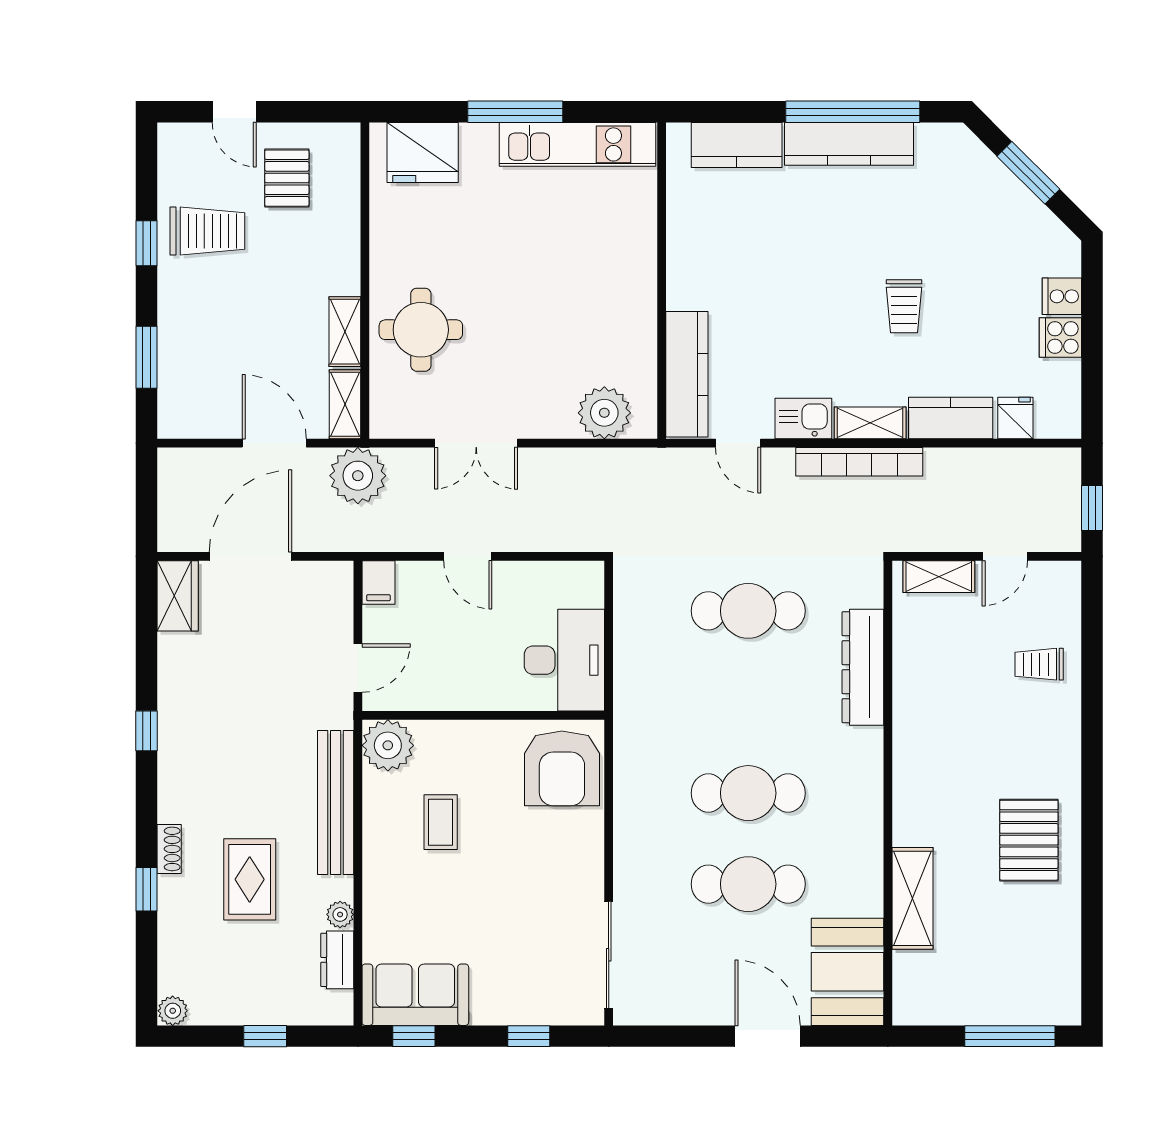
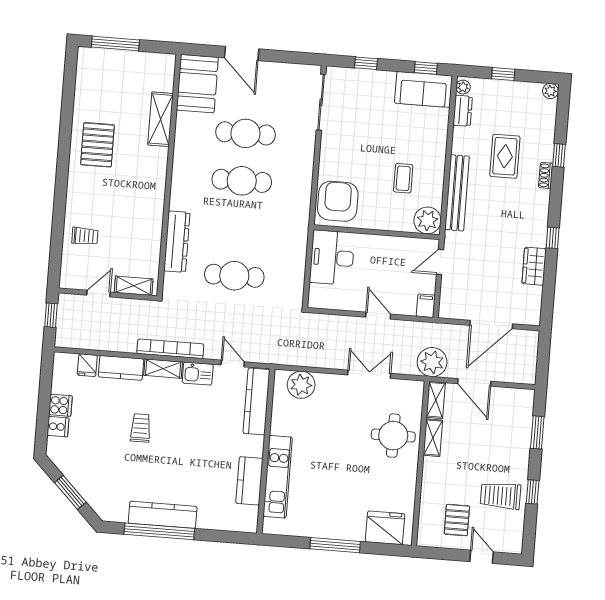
kitchen unit: (578, 144) -> (278, 477), moved, turned 90
kitchen counter: (737, 145) -> (249, 481), moved, turned -90
wardrobe: (178, 596) -> (534, 266), moved
plant: (340, 914) -> (463, 87), moved

